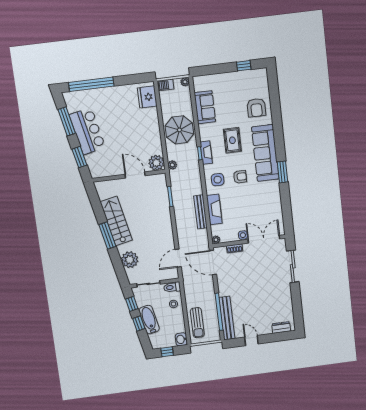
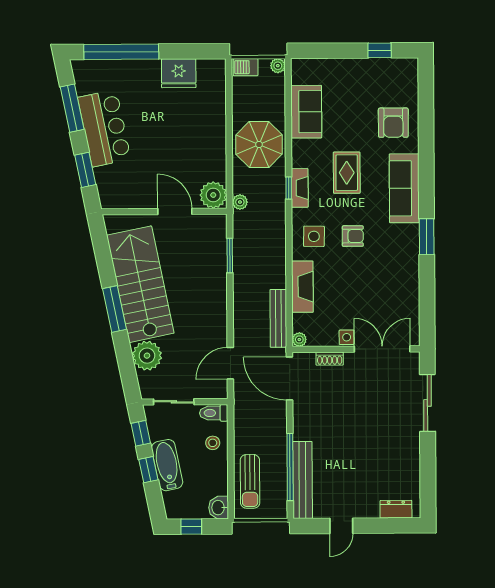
fridge: (147, 97) -> (179, 73), moved, turned -90
sofa: (265, 153) -> (404, 188), width x0.74, depth x0.79
bench: (200, 212) -> (278, 318), moved
stairs: (116, 221) -> (140, 284), width x1.36, depth x1.51
door: (251, 340) -> (341, 526), swing flipped

